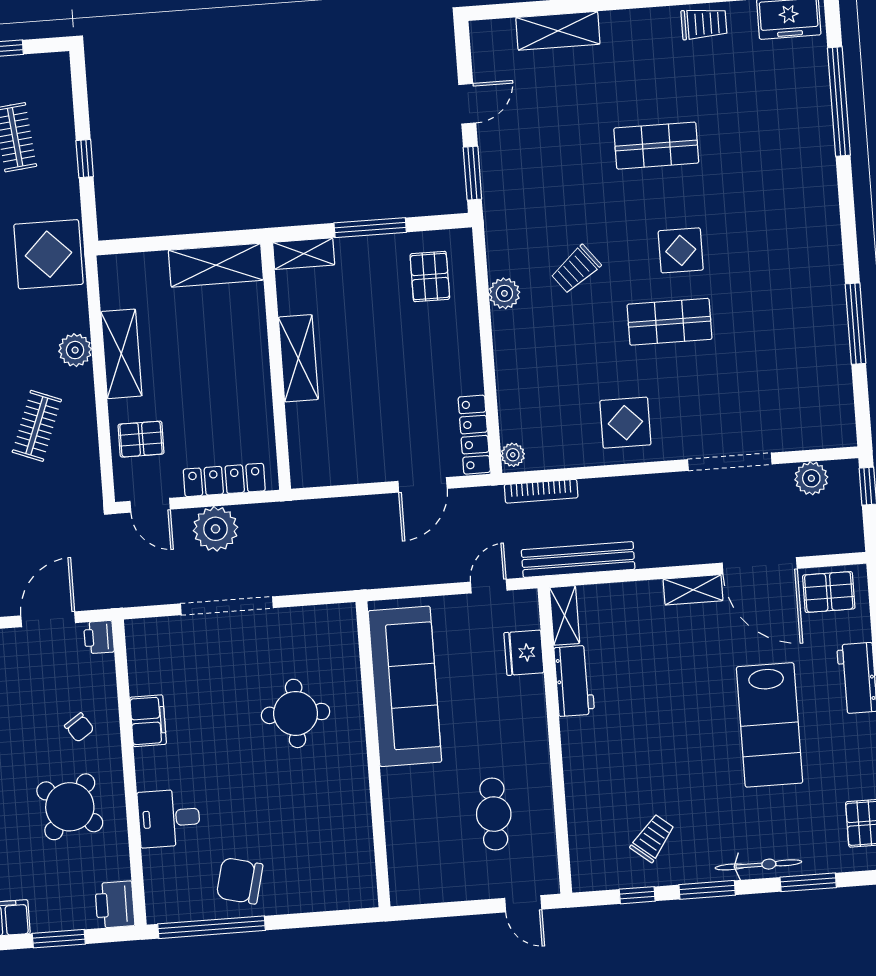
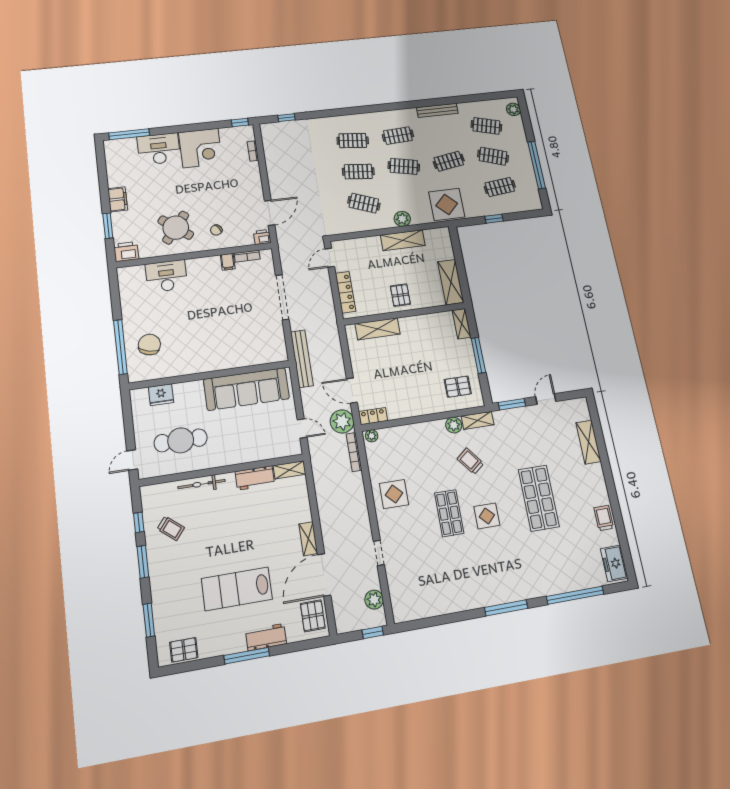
trolley: (704, 24) -> (604, 518), turned 180
door: (467, 104) -> (546, 399), swing flipped
shop shelf: (656, 146) -> (539, 498), width x1.43, depth x1.36
shelving: (499, 245) -> (478, 420), added
window: (856, 324) -> (506, 608), moved
shelving: (298, 358) -> (378, 329), moved
locker: (474, 435) -> (373, 416), width x0.66
pallet: (141, 439) -> (400, 295), moved
doorway: (730, 462) -> (379, 553), width x0.53
plant: (215, 529) -> (342, 421), moved
bench: (578, 559) -> (302, 359), moved
door: (48, 619) -> (270, 213), hinge flipped
fridge: (524, 653) -> (161, 395), moved, turned 180
bookcase: (137, 670) -> (247, 256), added
round table: (296, 713) -> (229, 334), removed
filing cabinet: (148, 721) -> (228, 262), width x0.50
cafe table: (494, 814) -> (181, 440), width x1.37, depth x1.35
desk: (169, 818) -> (166, 276), width x1.37
bicycle: (758, 865) -> (202, 484), moved, turned 90
chair: (240, 881) -> (149, 345), moved
window: (212, 927) -> (120, 347), moved

